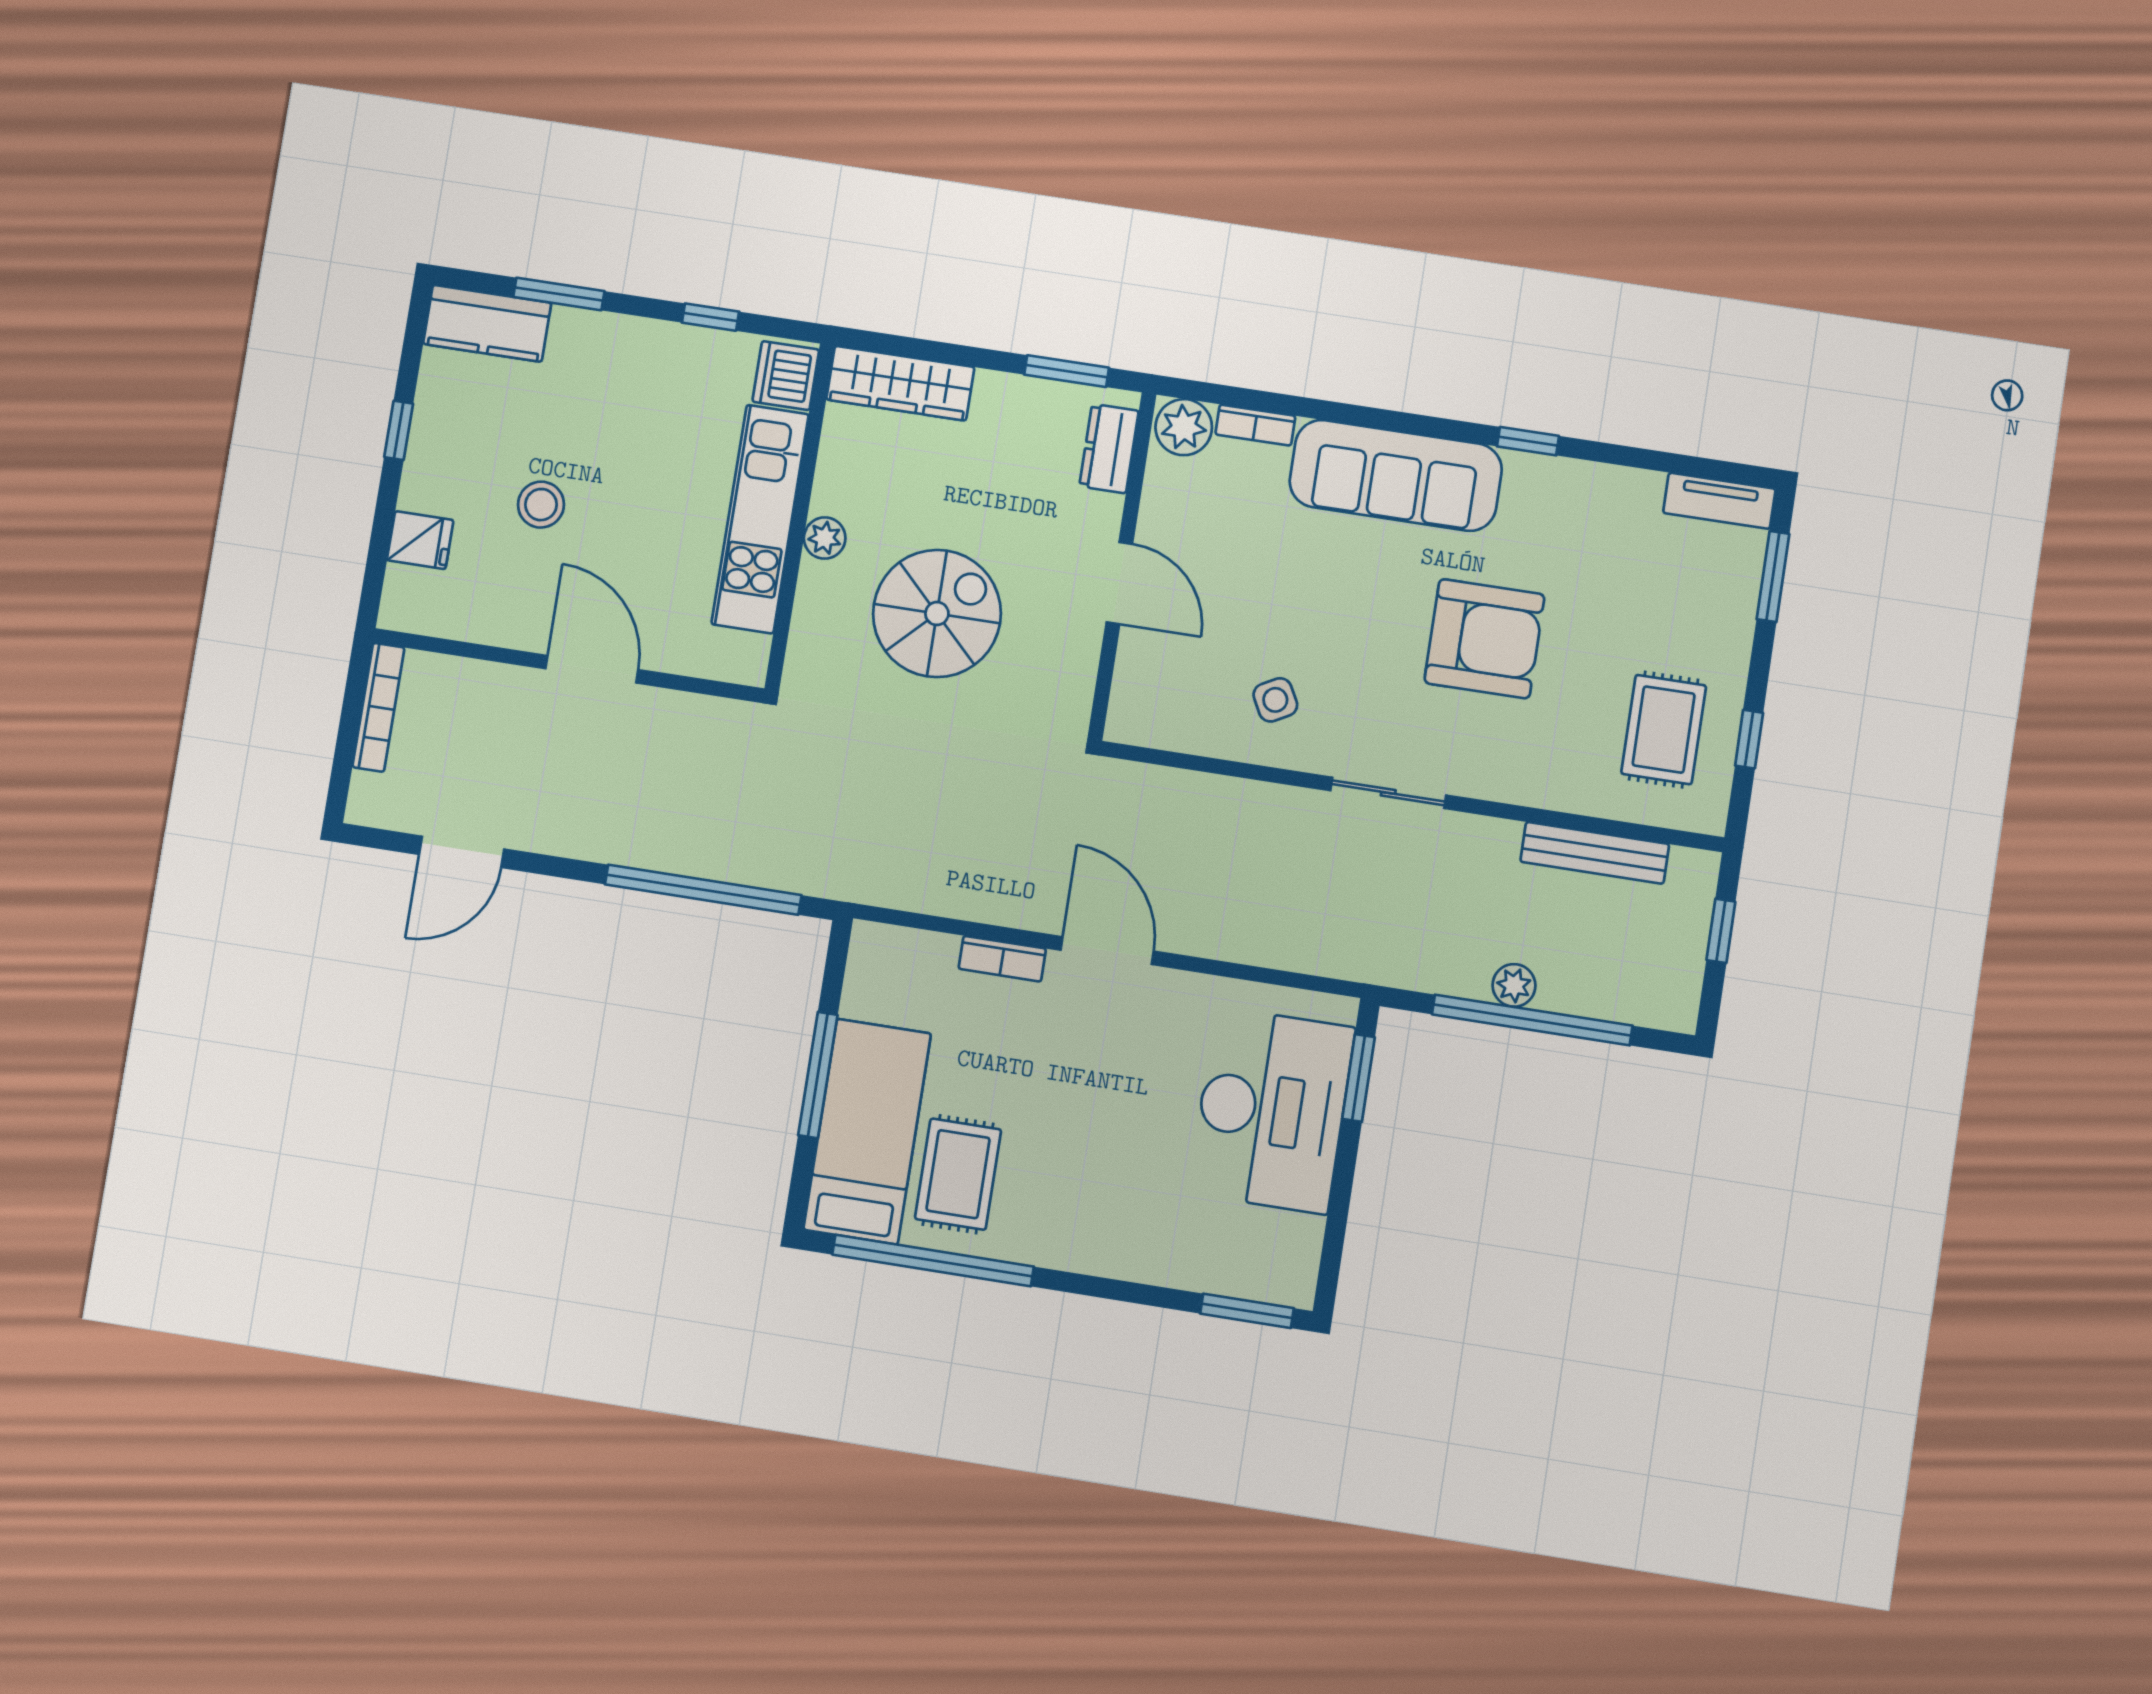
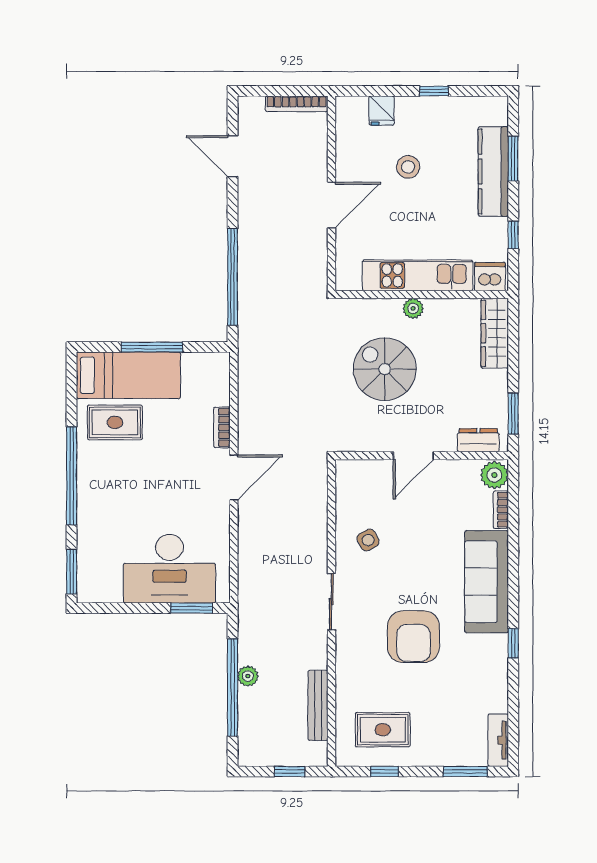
kitchen counter: (487, 323) -> (493, 171), moved, width x1.50
spiral stairs: (937, 614) -> (385, 369), turned 180
window: (933, 1261) -> (72, 476), moved

